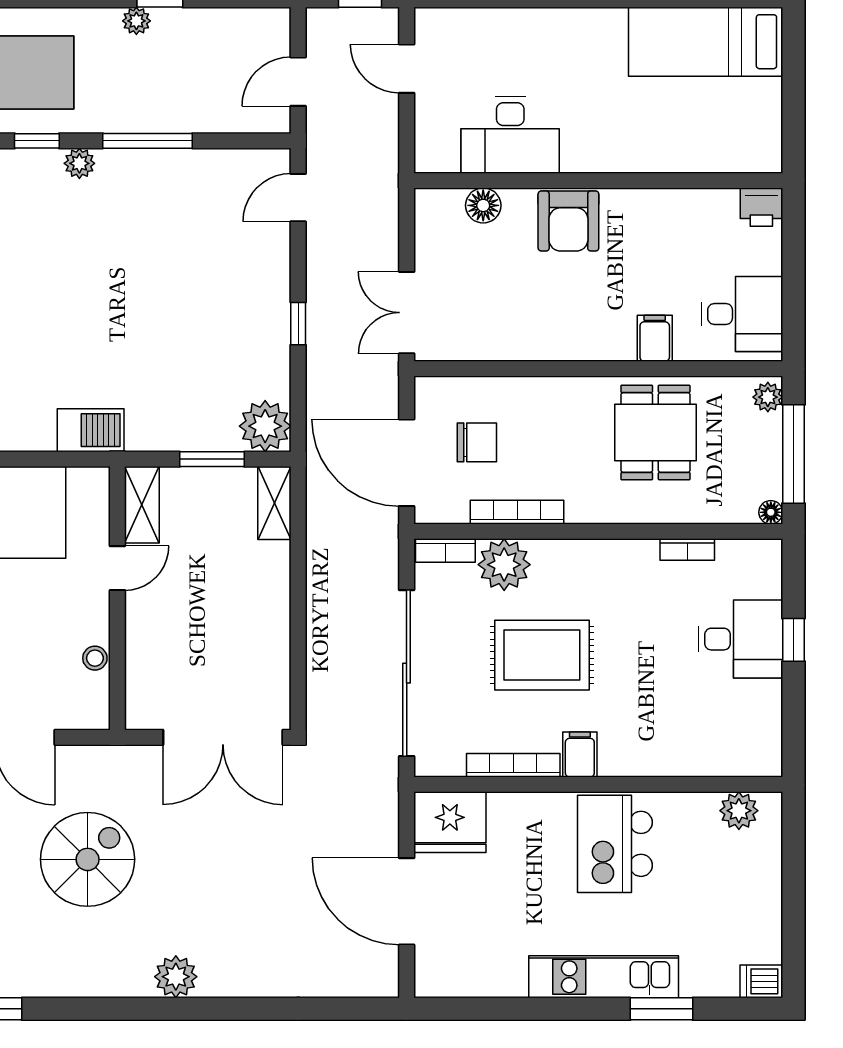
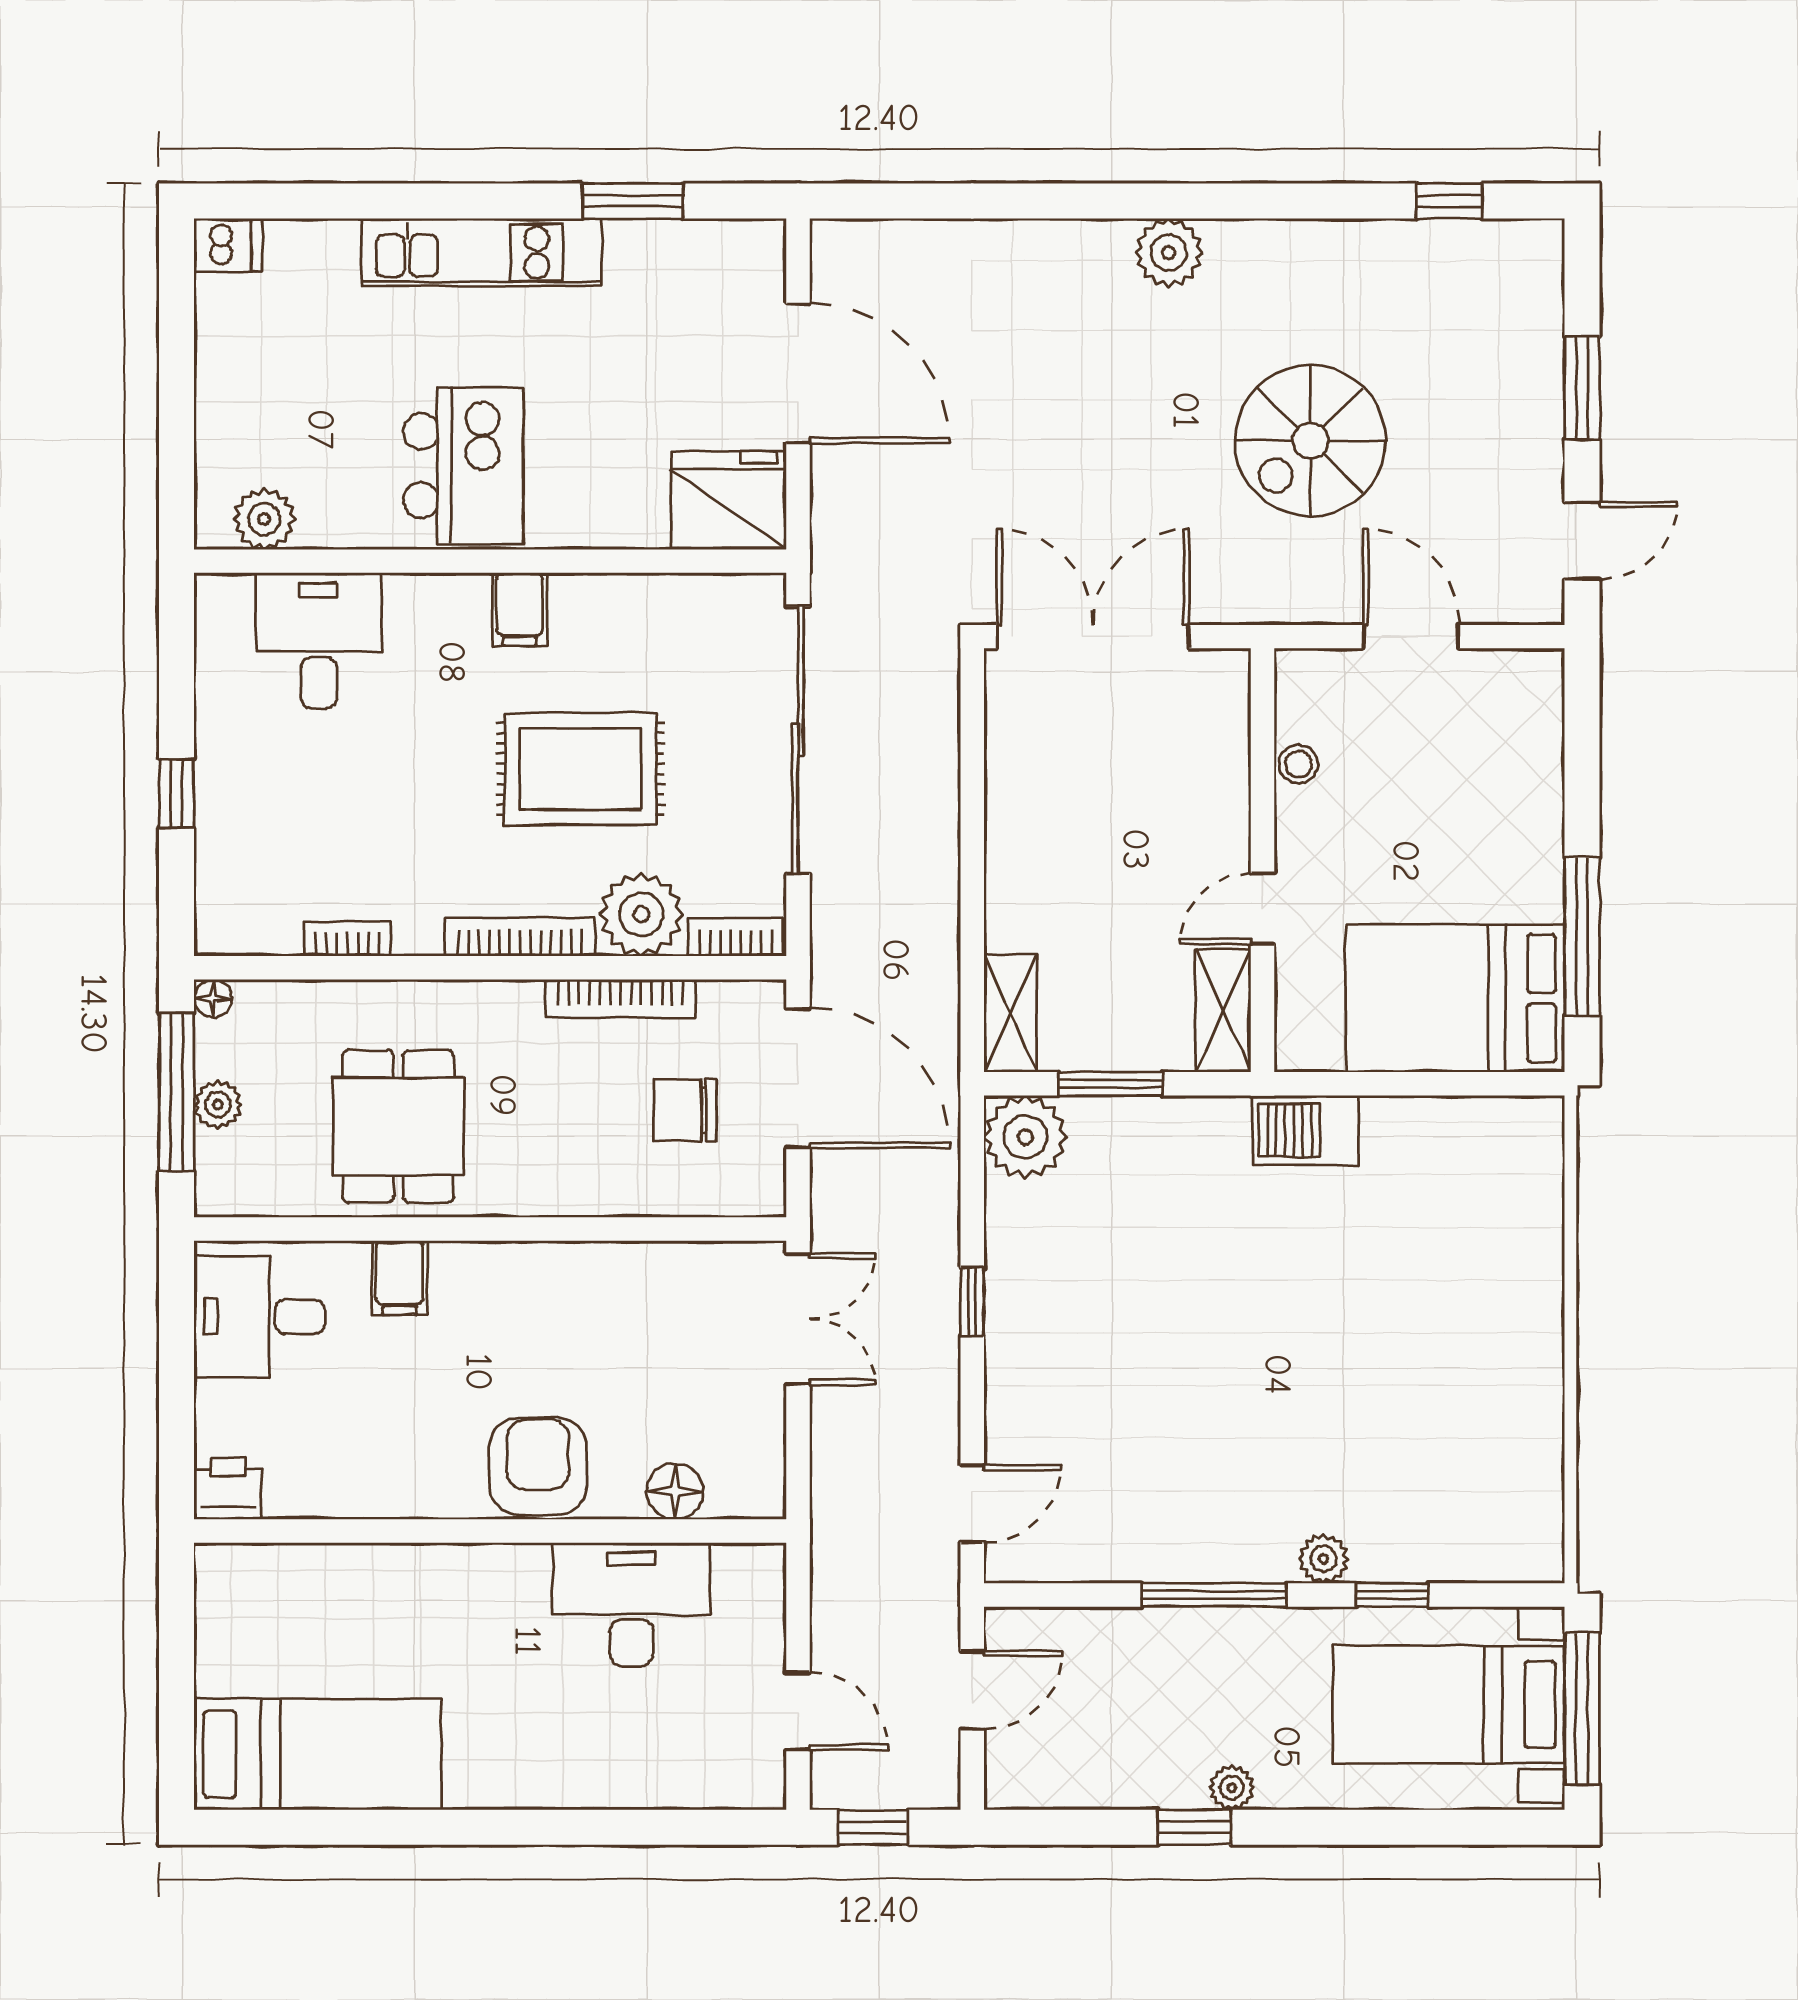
plant: (768, 397) -> (218, 1105), moved
desk: (740, 639) -> (319, 641), moved, turned 90
bookcase: (513, 765) -> (520, 937), moved, turned 180
window: (661, 1009) -> (633, 201), moved

